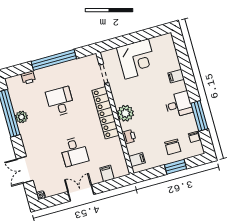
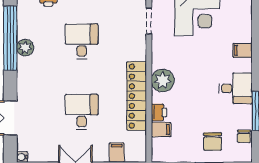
locker: (105, 113) -> (137, 96), moved
desk: (74, 151) -> (82, 112), turned 180
filing cabinet: (137, 160) -> (161, 130), moved

